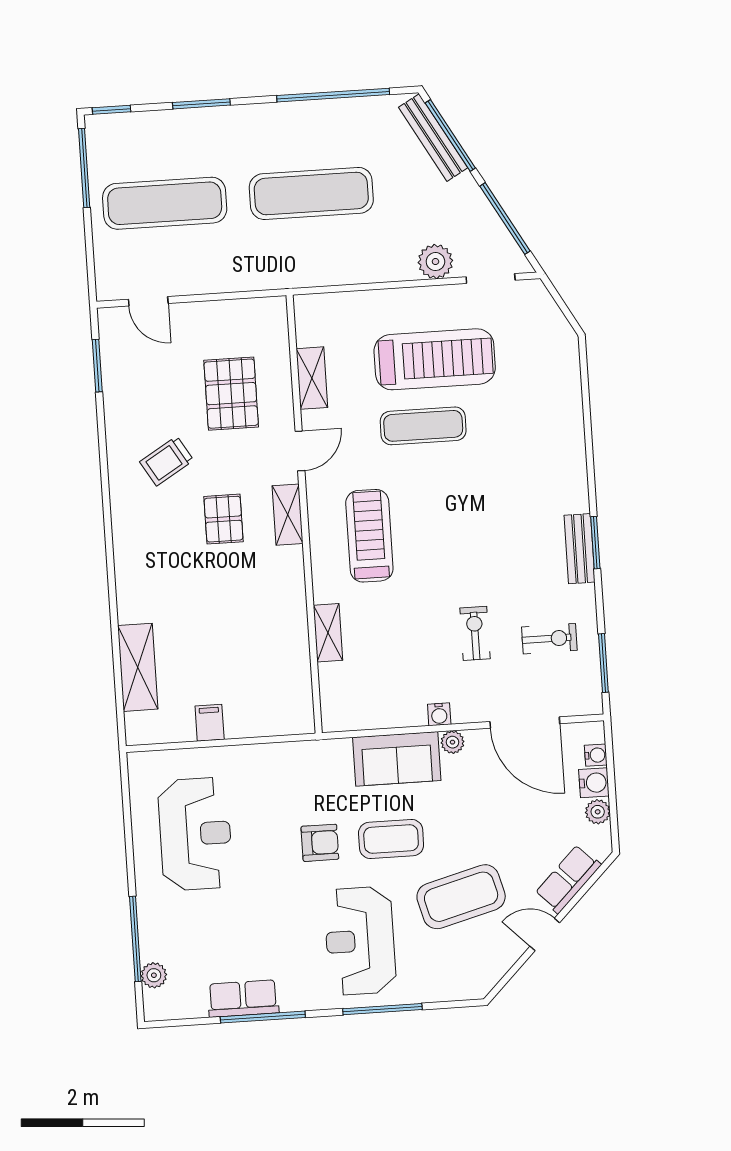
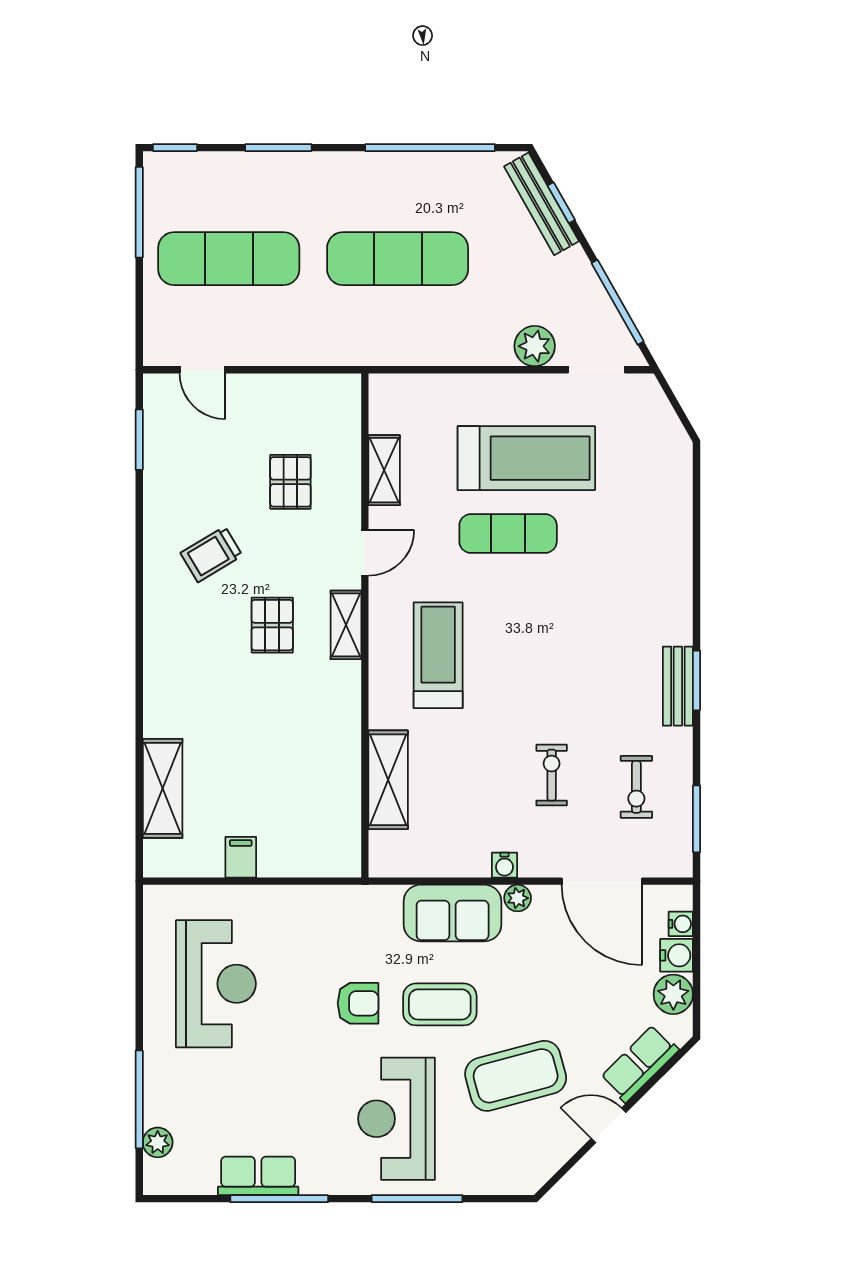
window: (450, 135) -> (561, 203), width x0.46
pallet: (231, 394) -> (290, 482), width x0.67, depth x0.71
shelving: (328, 633) -> (388, 780), width x1.50, depth x1.33
exercise bike: (549, 639) -> (636, 787), turned 90
plant: (598, 812) -> (673, 994), width x1.38, depth x1.38

